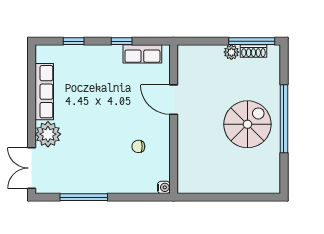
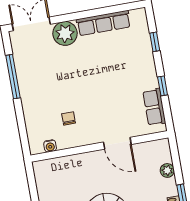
plant: (231, 52) -> (167, 170), moved
door: (174, 100) -> (117, 143), swing flipped
water cooler: (164, 187) -> (50, 146), moved

